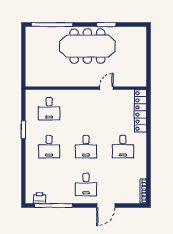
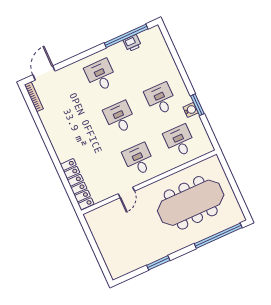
meeting table: (87, 46) -> (191, 203), moved
water cooler: (30, 128) -> (191, 110), added
desk: (123, 147) -> (139, 159), moved
printer: (40, 198) -> (132, 43), moved
door: (106, 206) -> (44, 73), moved

